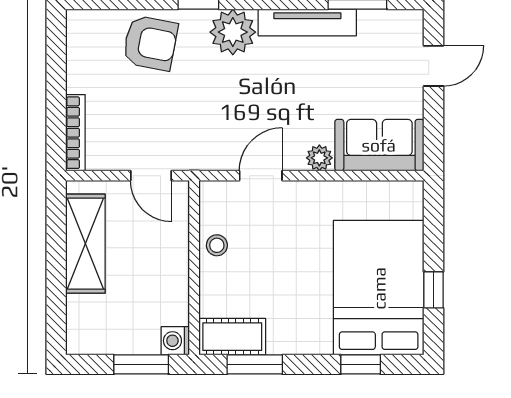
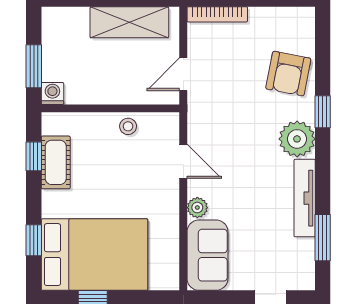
cot: (232, 337) -> (56, 162), moved
window: (255, 364) -> (34, 156), width x0.67

